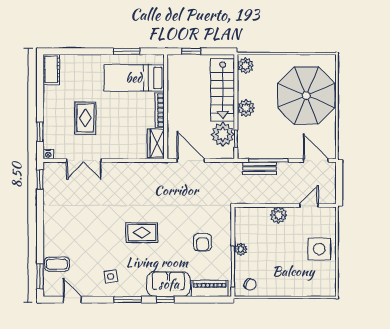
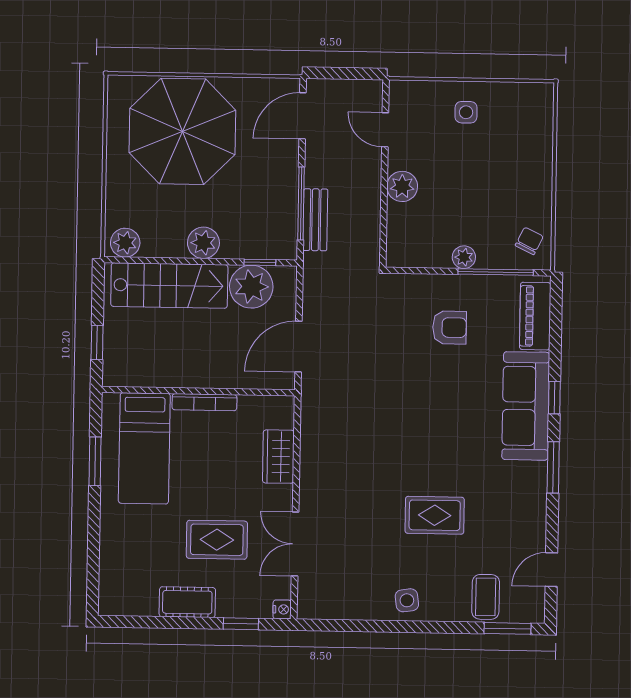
cot: (51, 69) -> (187, 602), moved
wardrobe: (156, 143) -> (278, 457), moved, turned 90
double door: (84, 160) -> (295, 544), swing flipped
window: (40, 179) -> (329, 625), removed
rug: (142, 233) -> (435, 515), moved, turned 90
side table: (319, 249) -> (466, 112), width x0.54, depth x0.54
side table: (111, 277) -> (407, 600), moved
sofa: (169, 284) -> (526, 406), width x1.36

